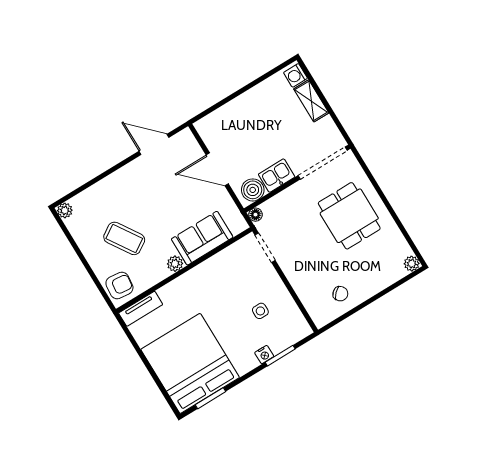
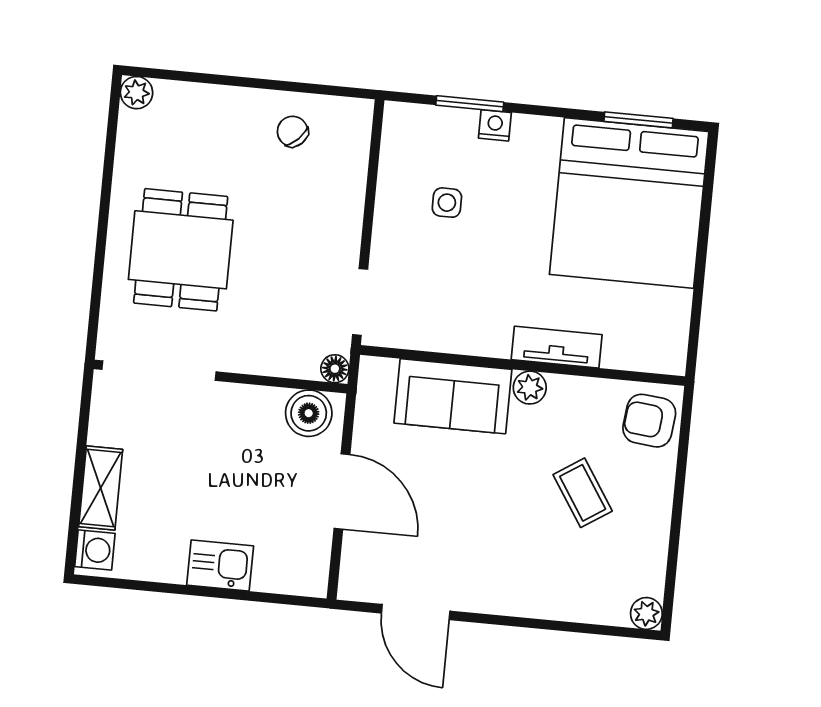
kitchen sink: (277, 176) -> (220, 566), moved, turned 180
coffee table: (124, 238) -> (583, 493), width x0.73, depth x0.77
tv unit: (141, 309) -> (557, 347), moved

